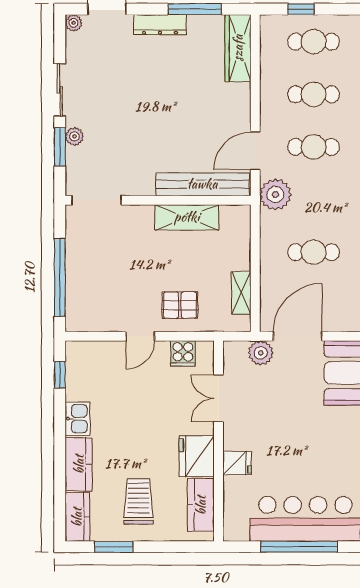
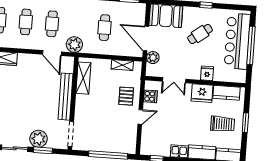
plant: (74, 136) -> (38, 139), width x1.88, depth x1.88
bench: (202, 184) -> (66, 97), moved
shelving: (187, 217) -> (83, 78), moved
door: (140, 336) -> (140, 117), hinge flipped
cafe table: (314, 444) -> (200, 34), added
trolley: (138, 501) -> (223, 124), turned 180
window: (114, 547) -> (245, 123), moved

